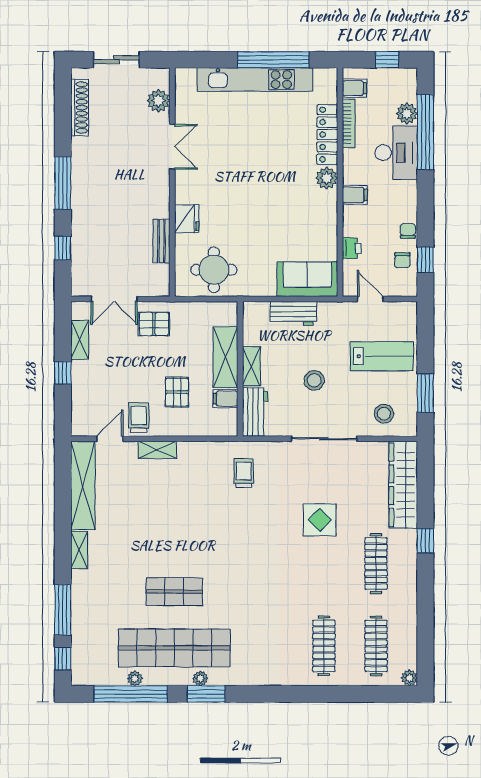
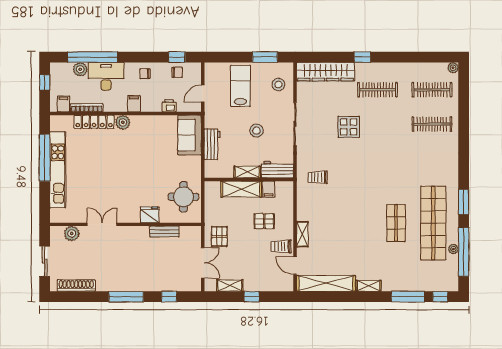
chair: (408, 231) -> (145, 74), moved
plant: (200, 678) -> (453, 206), removed

